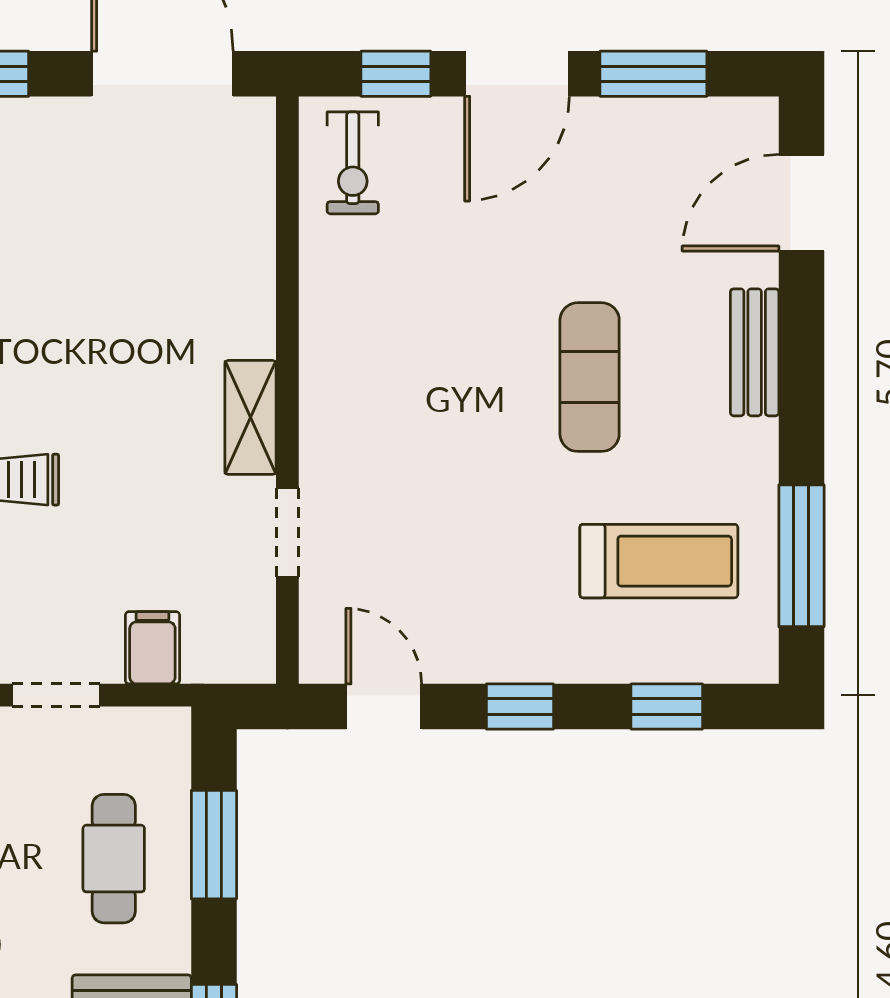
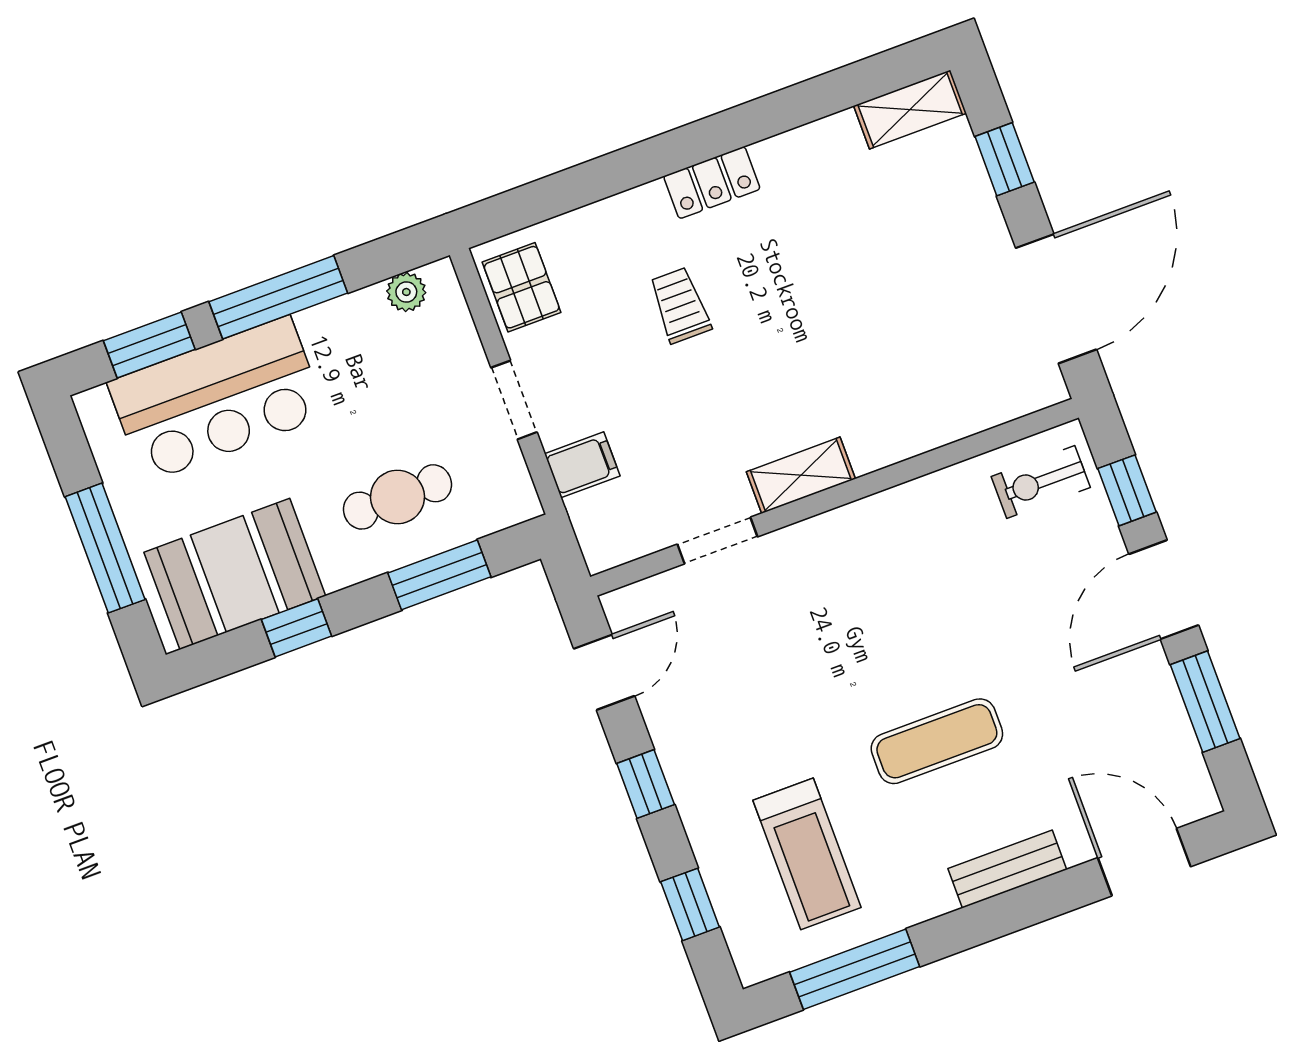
door: (517, 74) -> (1164, 590), hinge flipped

